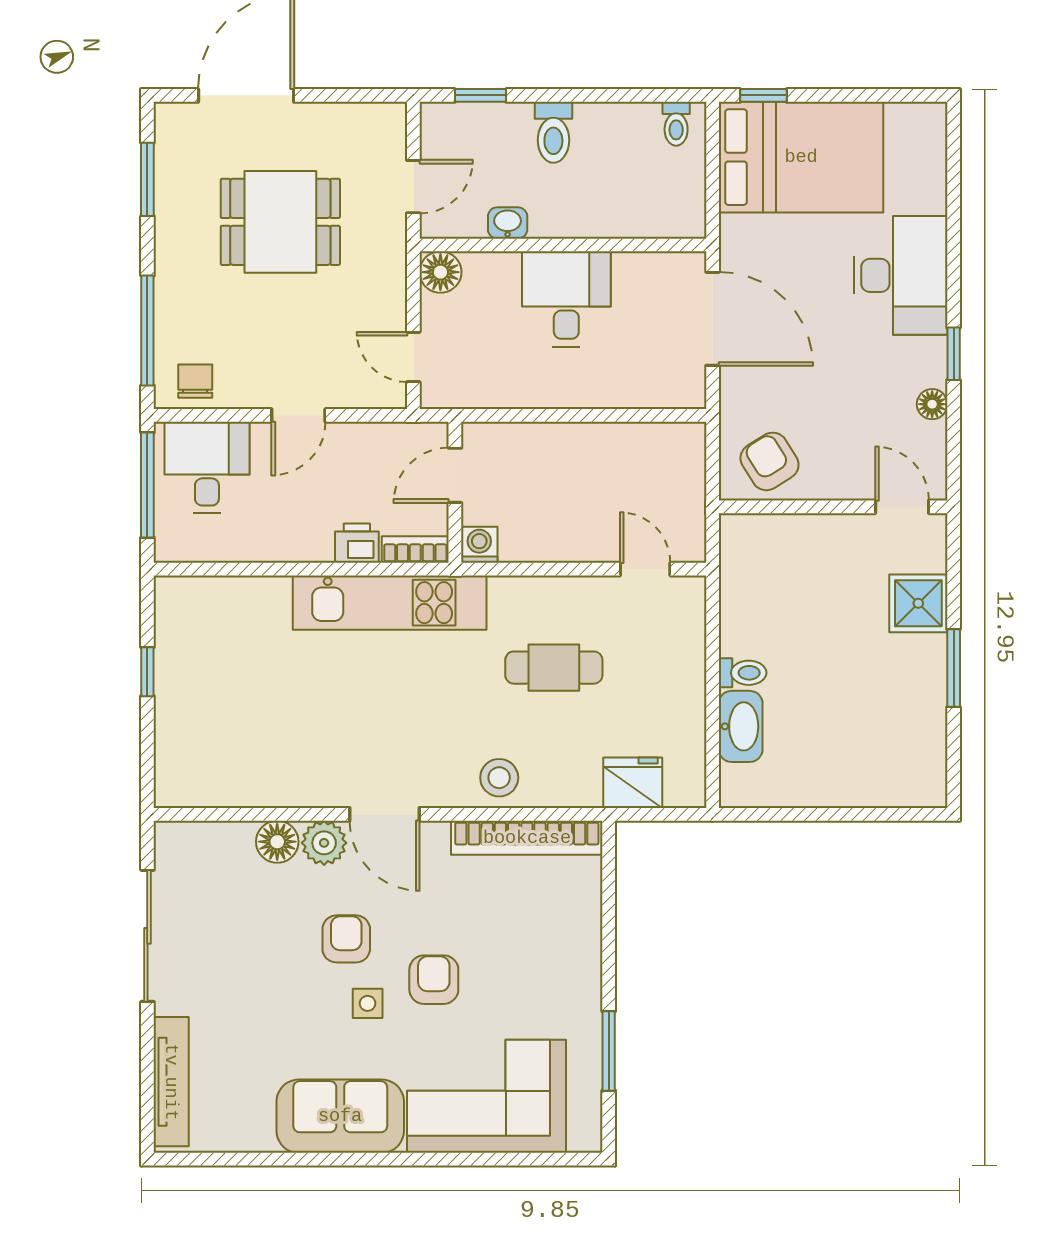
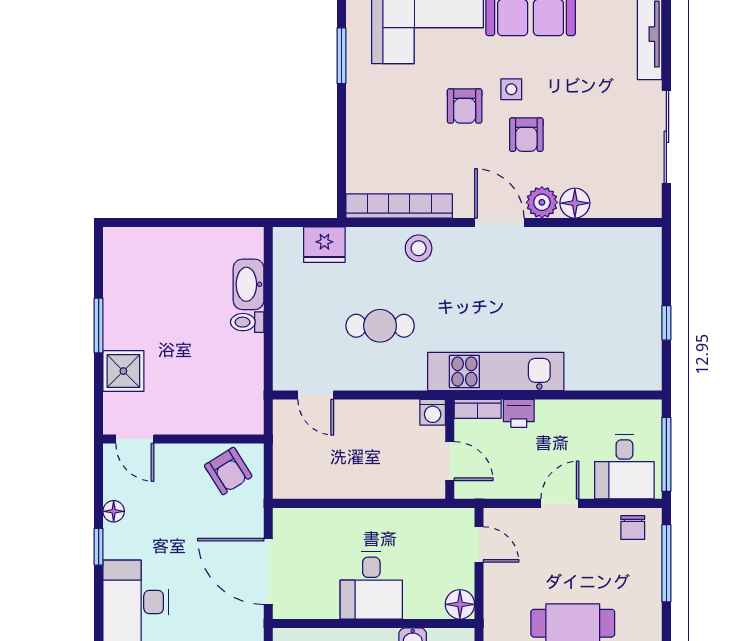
door: (455, 475) -> (450, 461), hinge flipped

